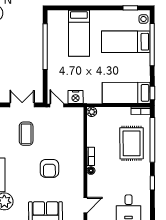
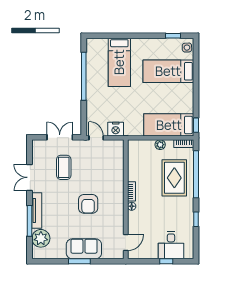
window: (152, 45) -> (196, 74), removed
plant: (92, 112) -> (160, 145), moved

